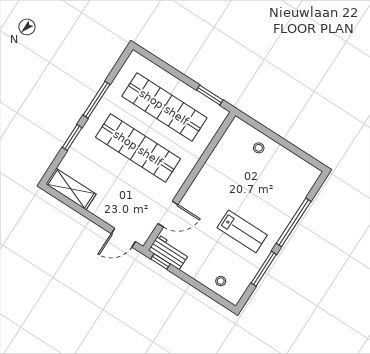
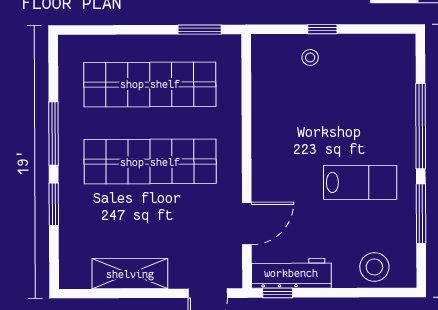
window: (275, 137) -> (322, 29), added
shelving: (71, 189) -> (130, 274), moved
workbench: (169, 252) -> (291, 273), width x1.38
stool: (221, 281) -> (374, 267), width x1.89, depth x1.89

